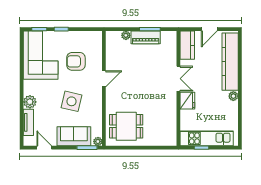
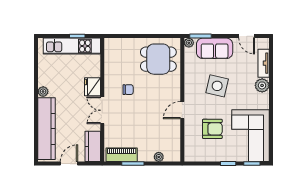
piano: (146, 37) -> (122, 155), moved
chair: (154, 98) -> (128, 90), added

